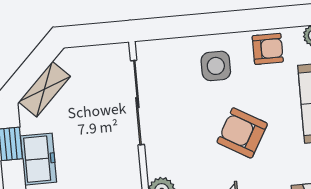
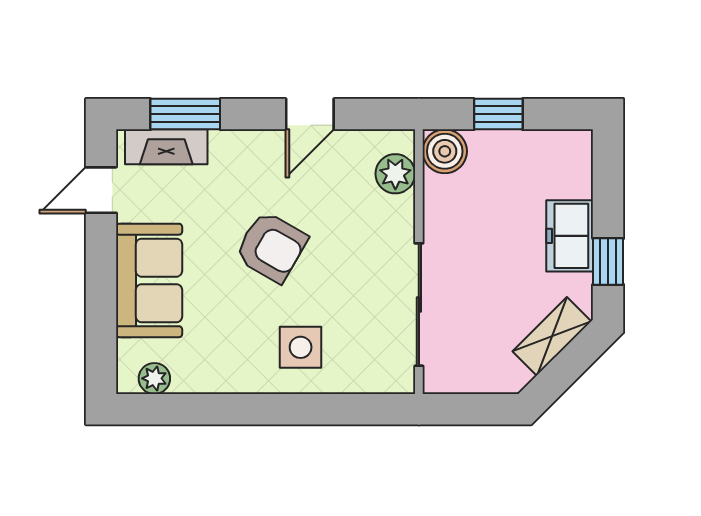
armchair: (268, 49) -> (223, 365), removed

